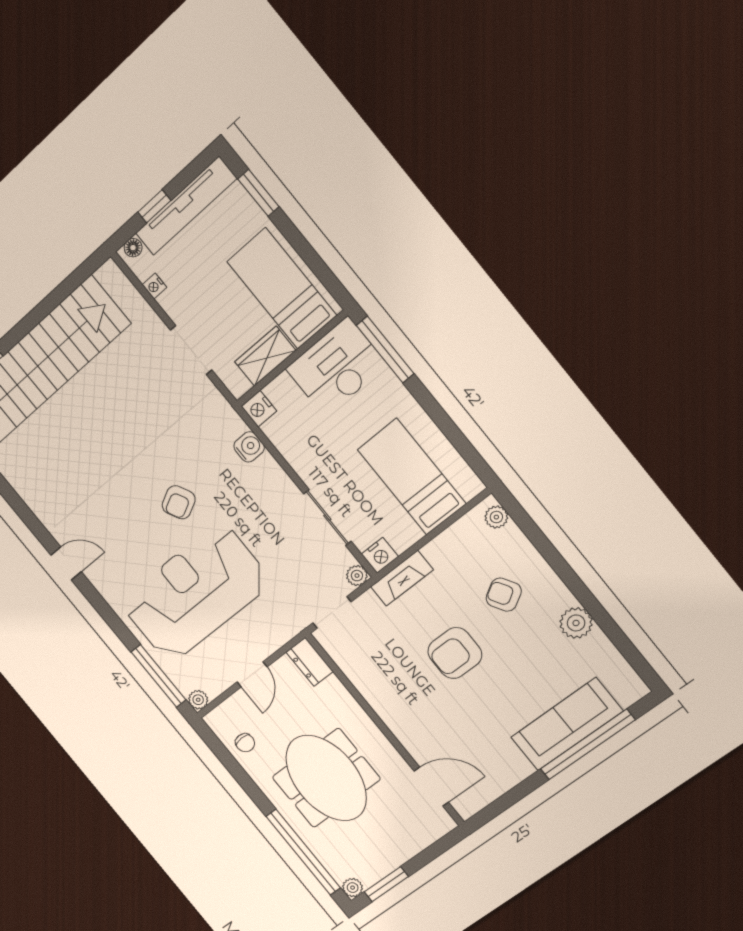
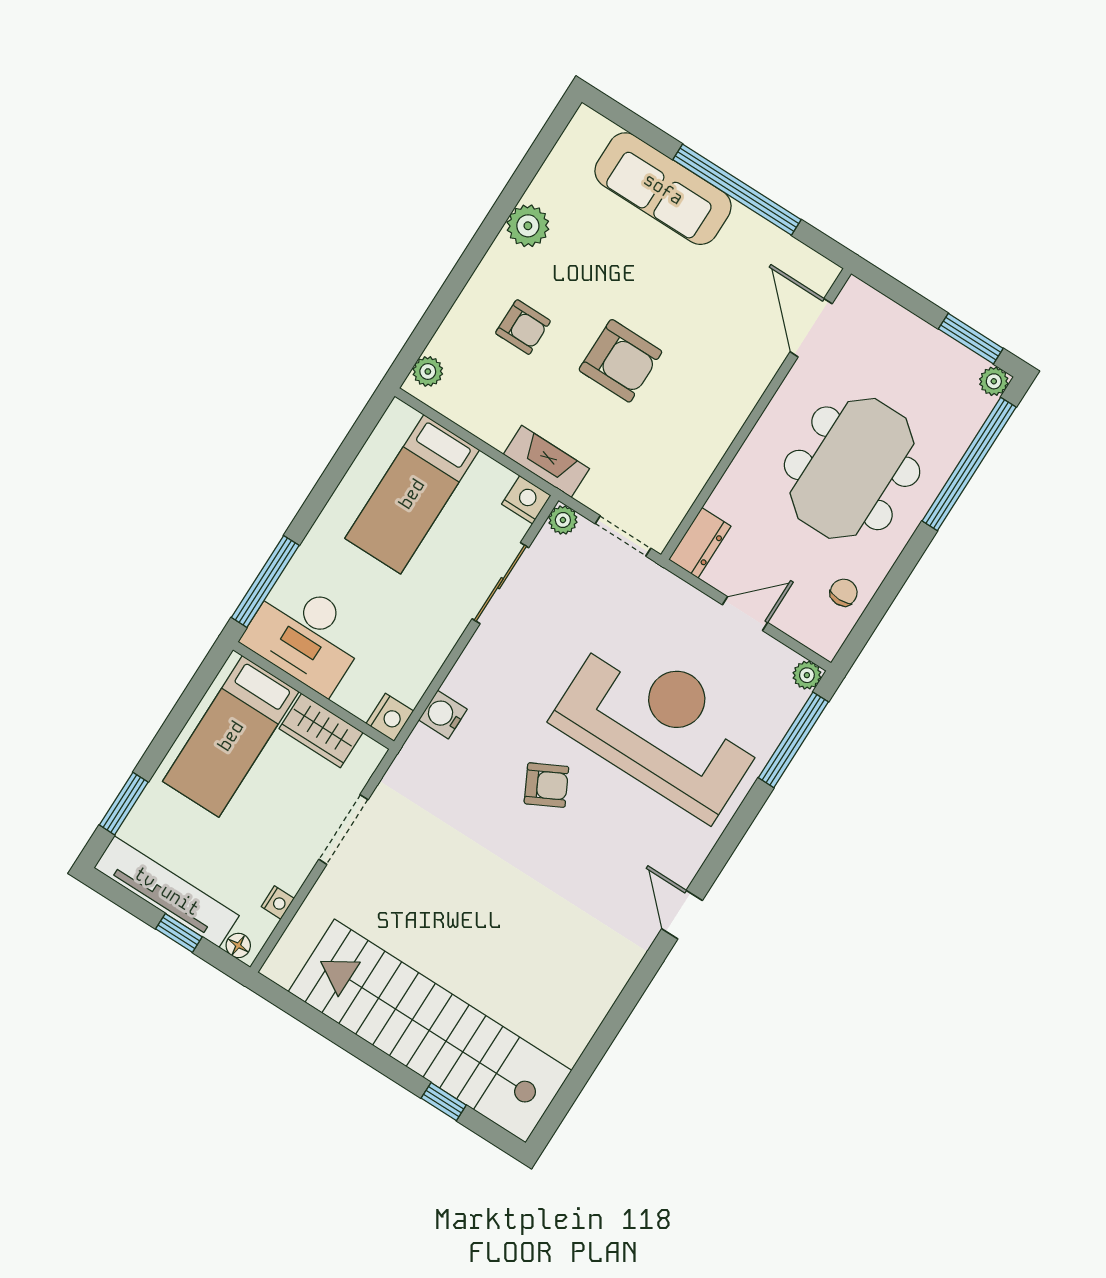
reception desk: (195, 593) -> (660, 725), turned 180
armchair: (504, 595) -> (523, 327), turned -59
window: (588, 745) -> (737, 190), moved

